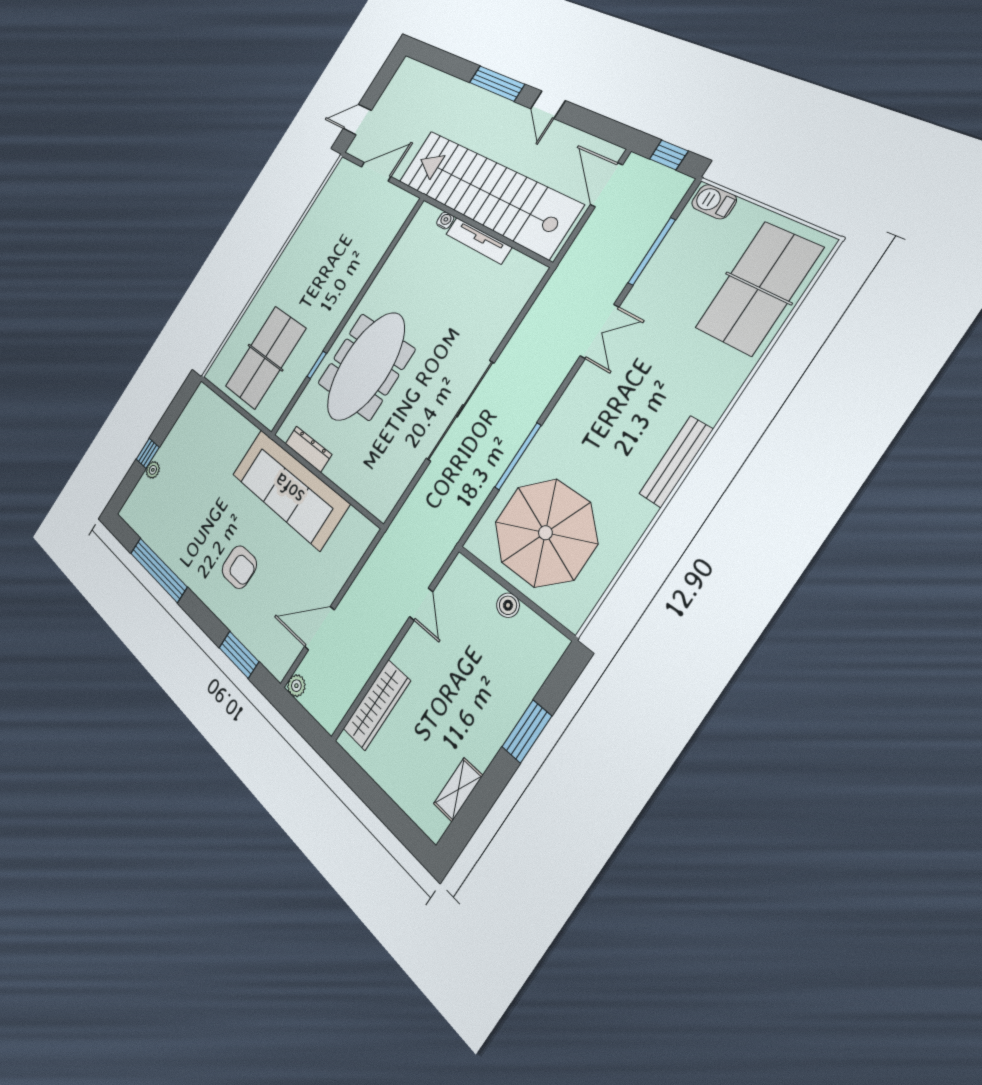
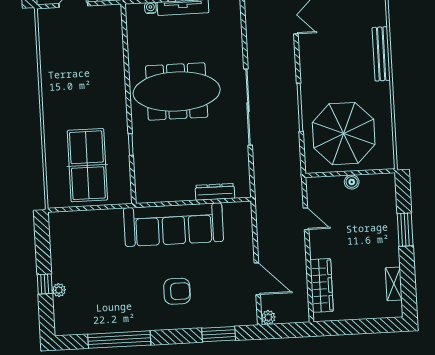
meeting table: (366, 367) -> (177, 91), moved, turned 90
dresser: (308, 449) -> (215, 192), moved
door: (319, 628) -> (257, 279), swing flipped

